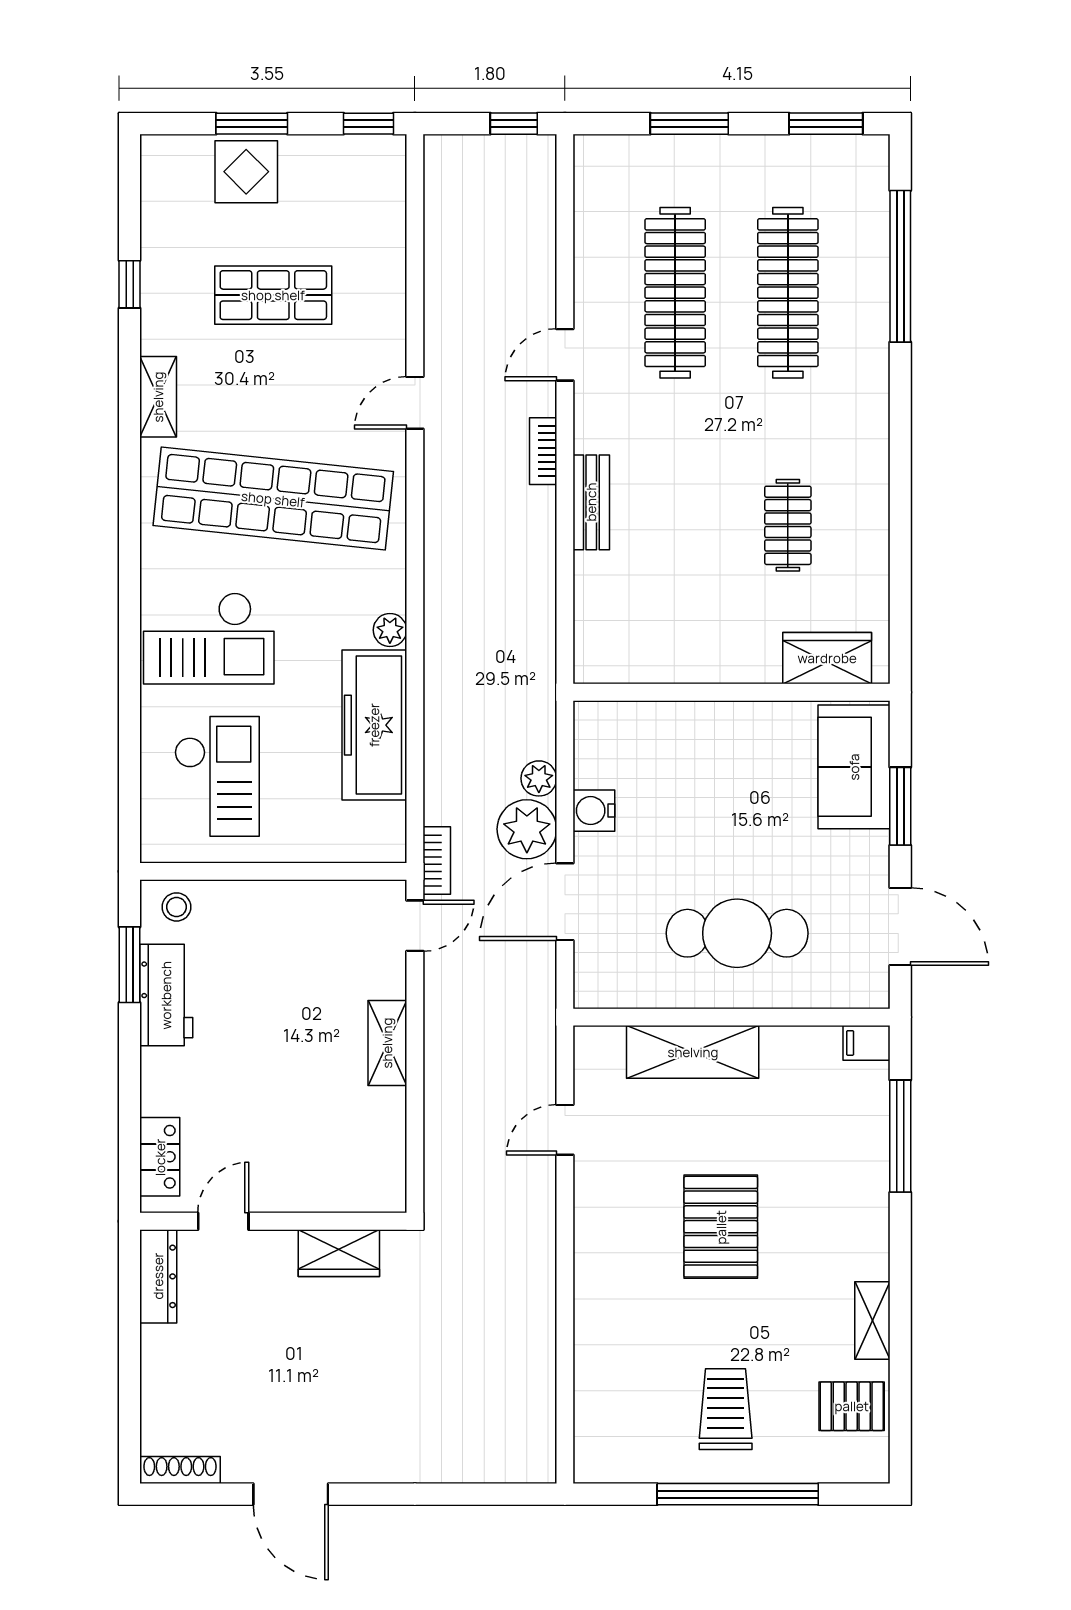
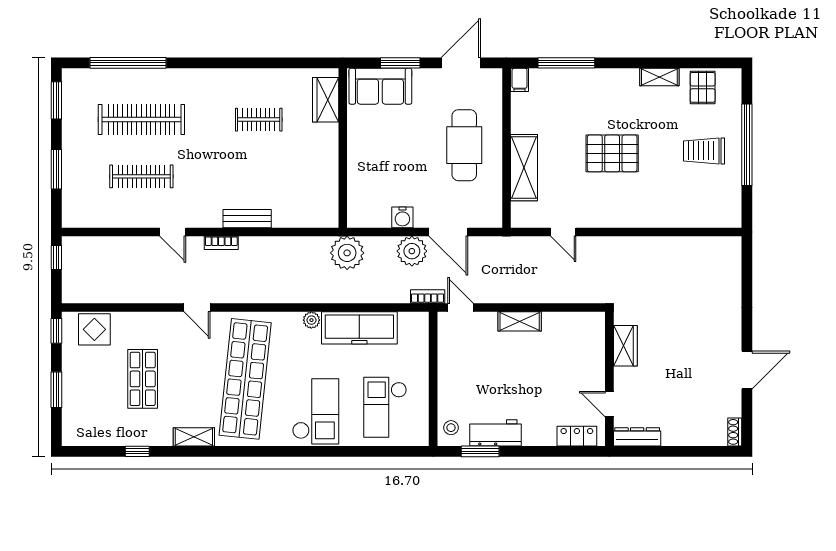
display table: (246, 172) -> (94, 329), moved
clothes rail: (675, 293) -> (141, 176), width x0.73, depth x0.76
checkout: (217, 776) -> (385, 407), turned -90
plant: (539, 778) -> (347, 253), moved, width x1.88, depth x1.88
shoe rack: (180, 1470) -> (735, 432), width x0.70

